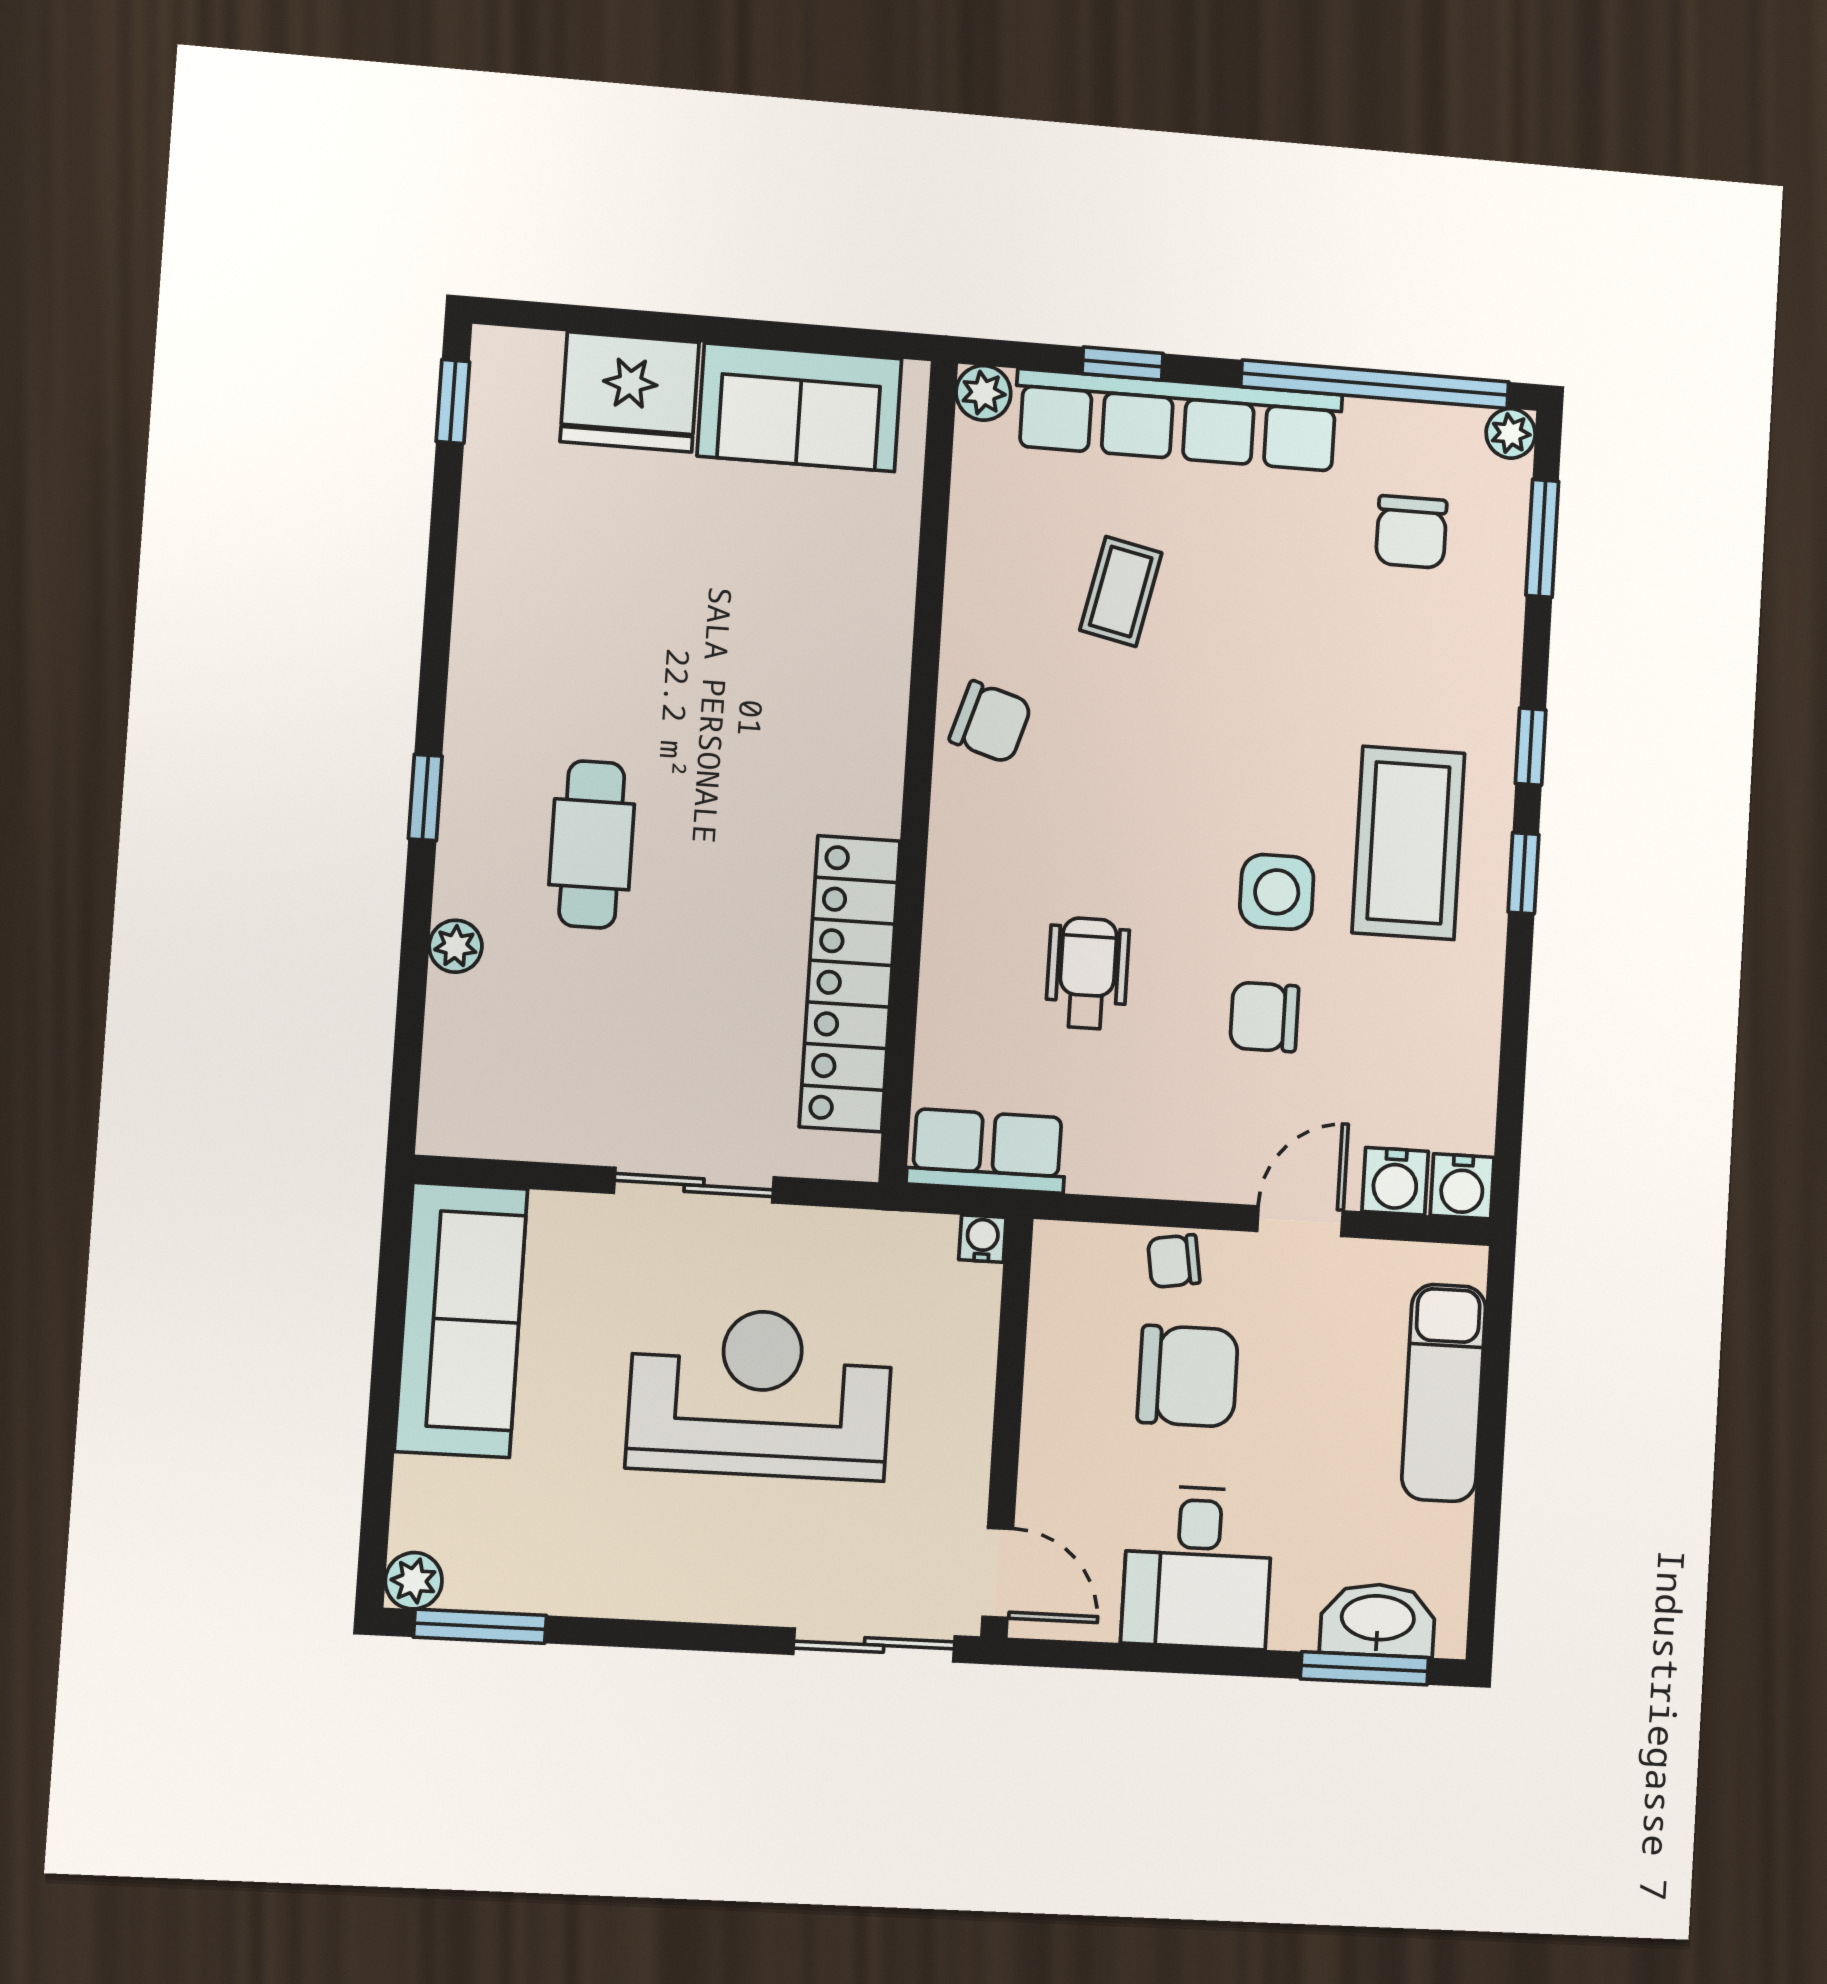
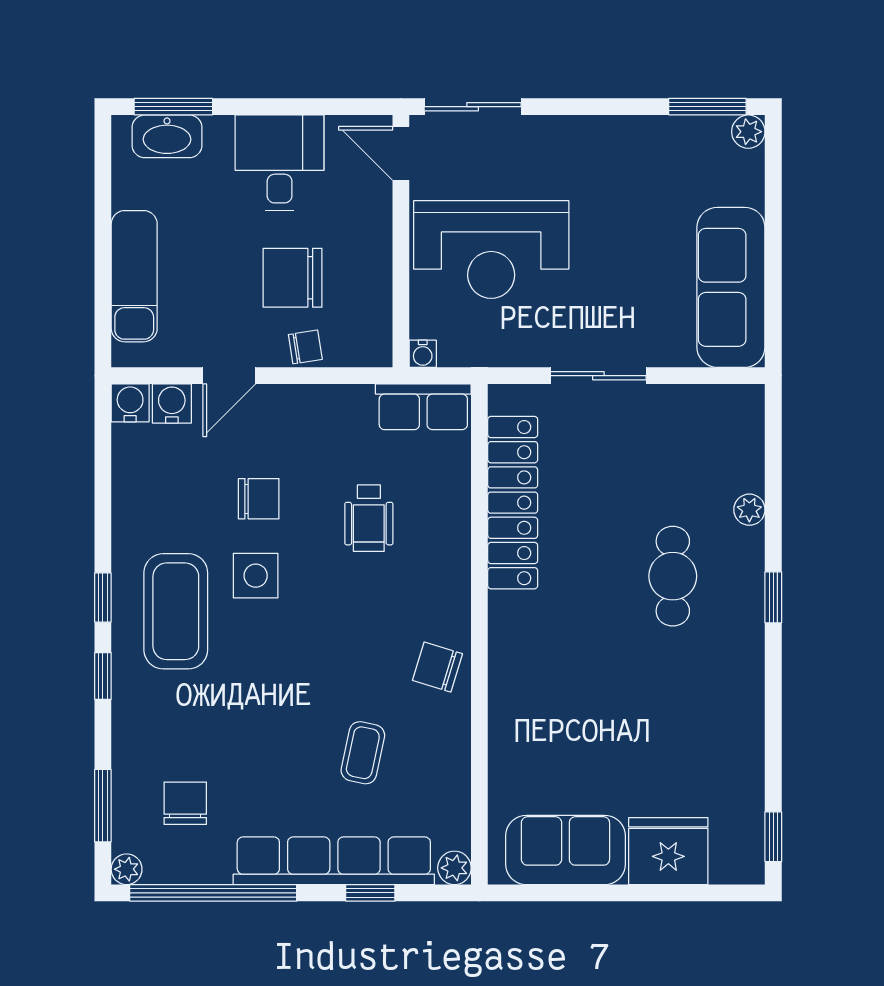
reception desk: (760, 1393) -> (491, 250), moved

